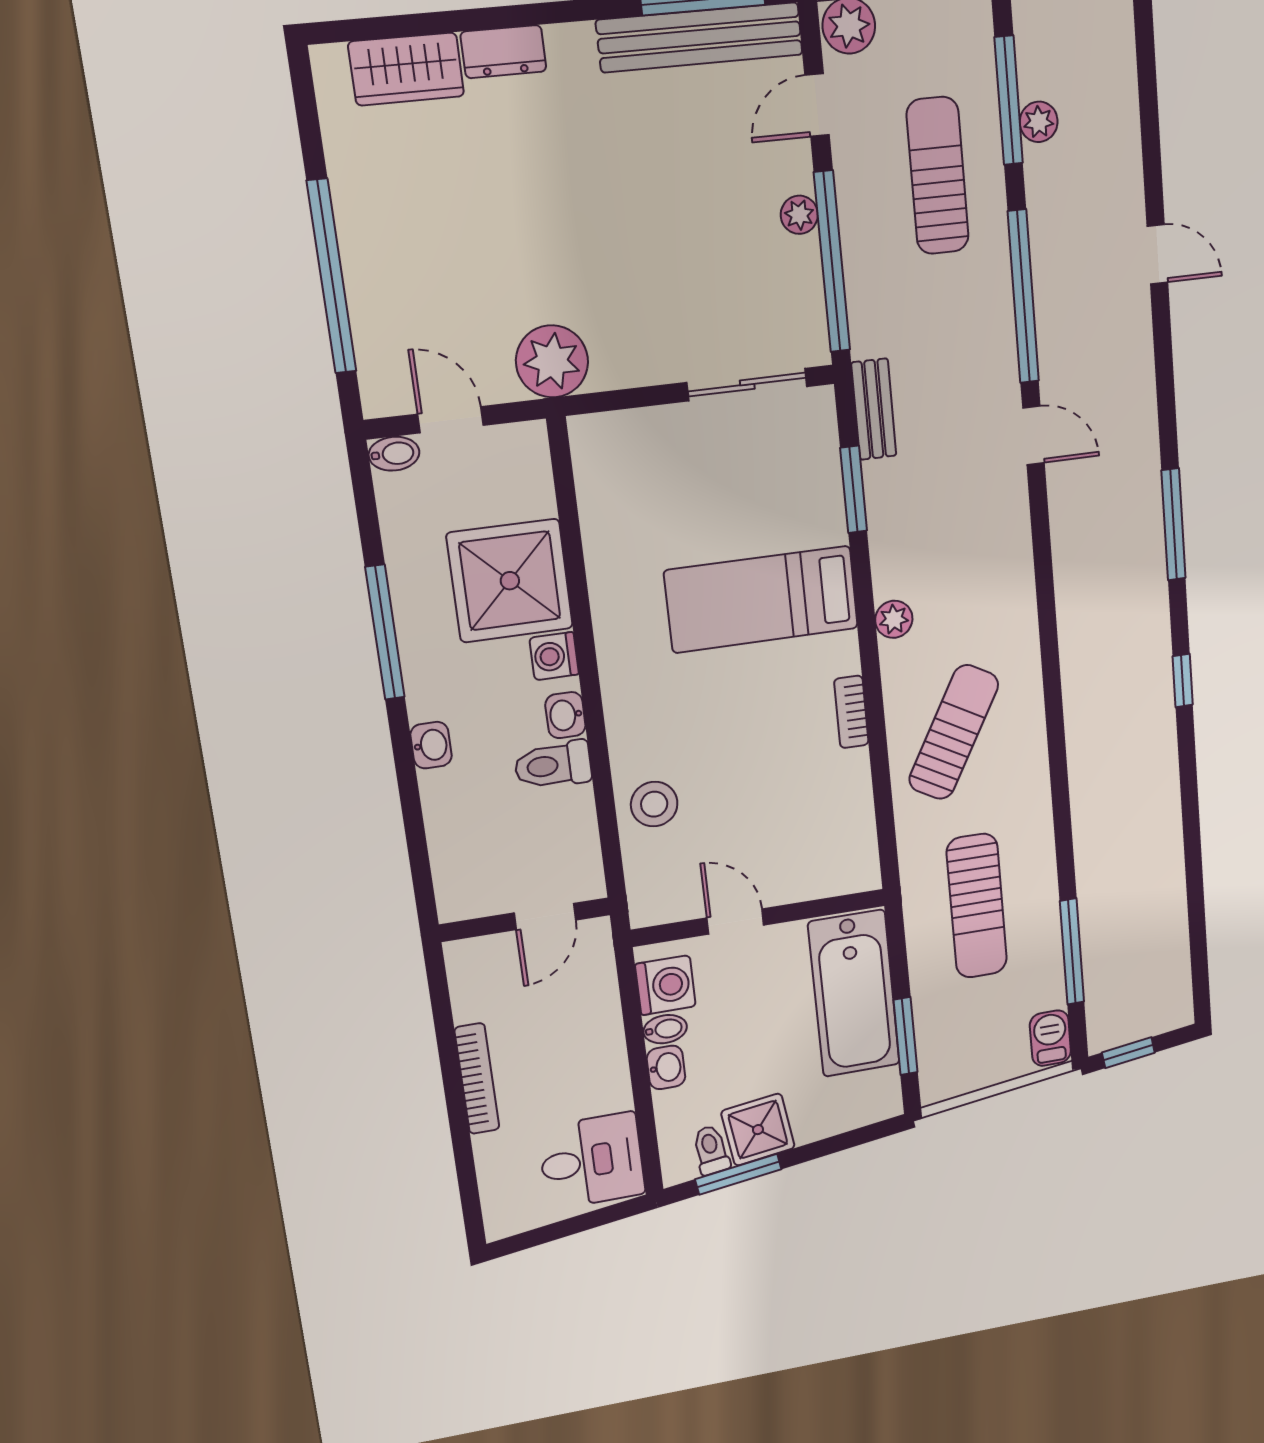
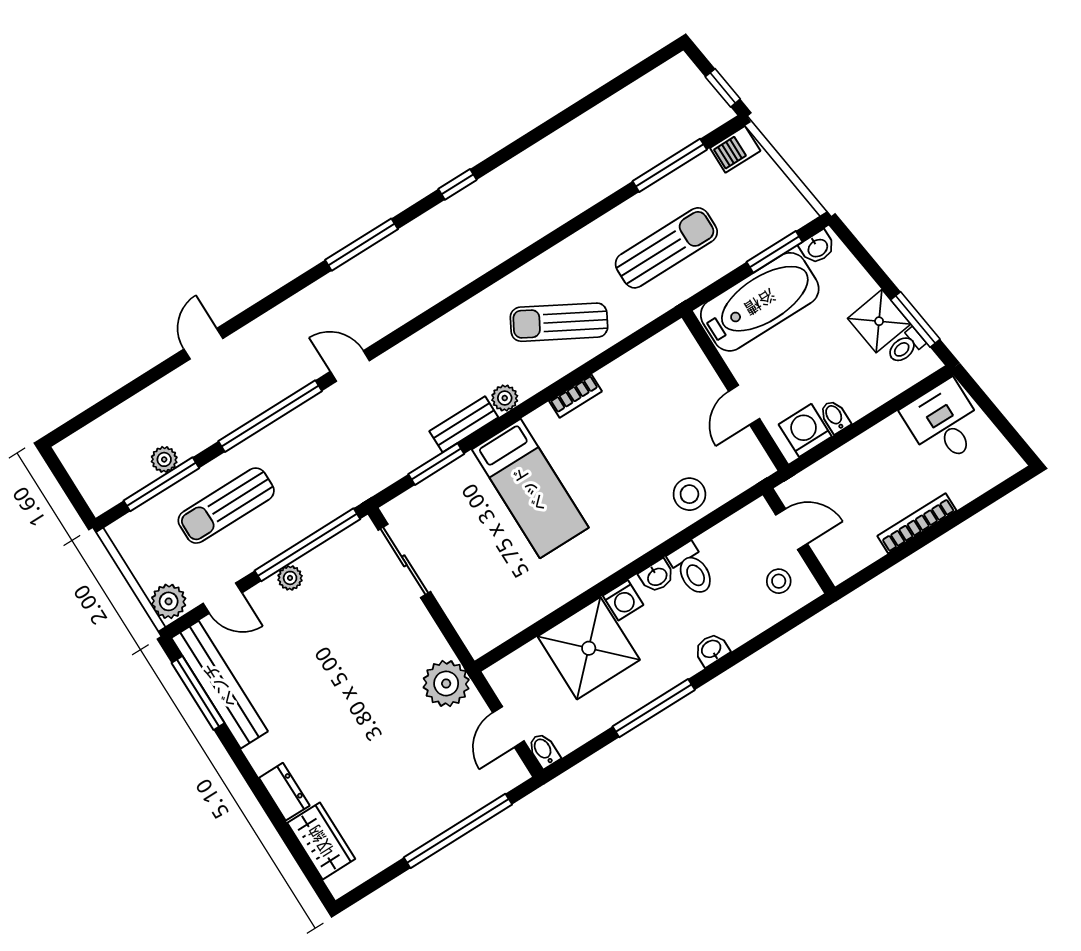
bench: (874, 409) -> (464, 424), moved
door: (1034, 435) -> (350, 366), hinge flipped
stool: (483, 872) -> (779, 581), added
washbasin: (666, 1067) -> (817, 247), moved, turned 180

